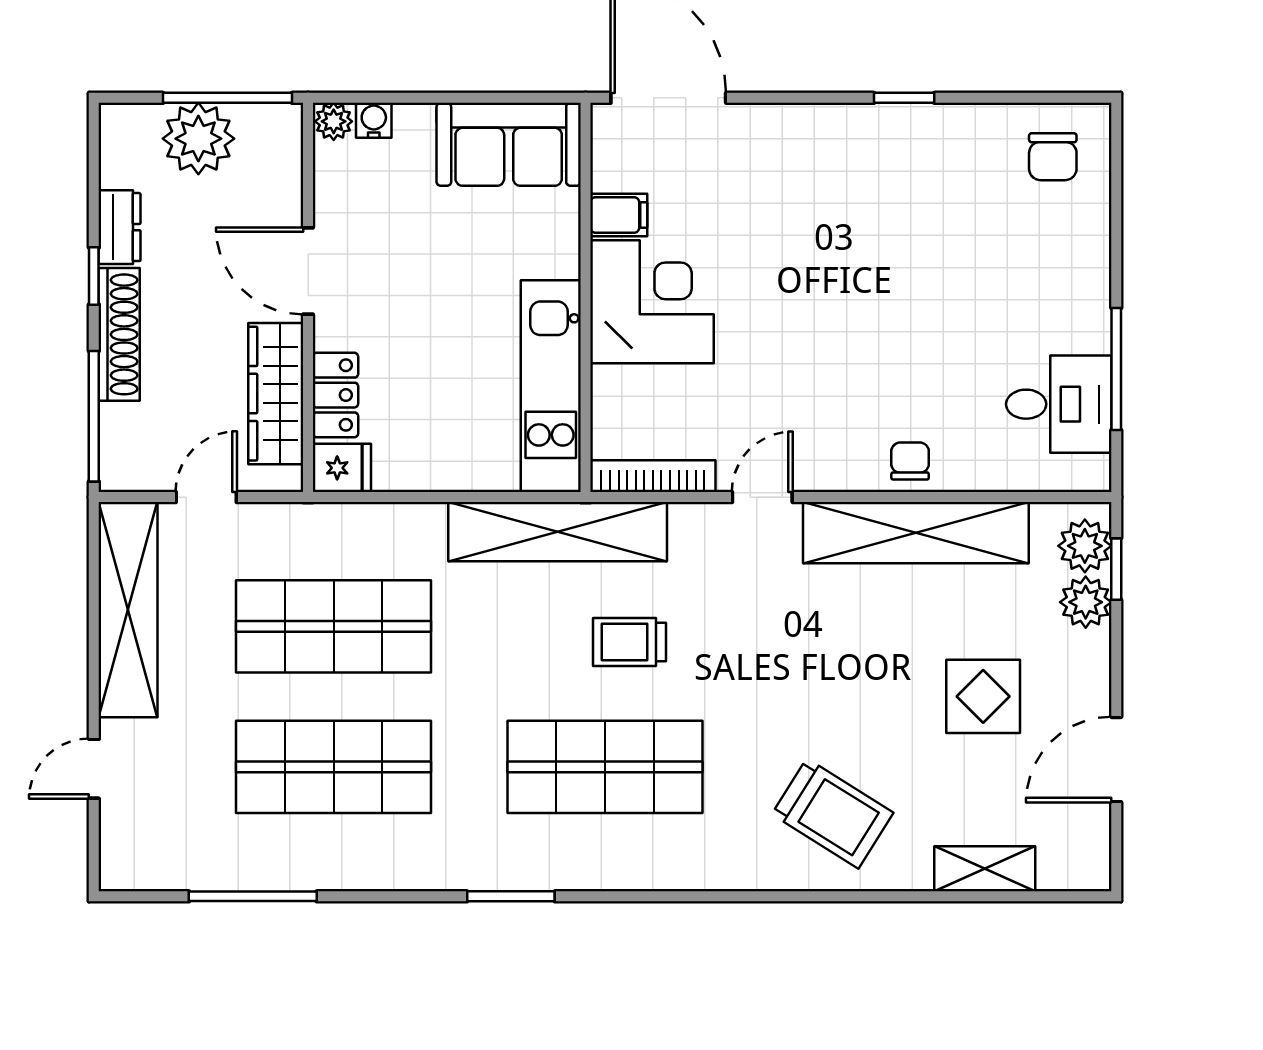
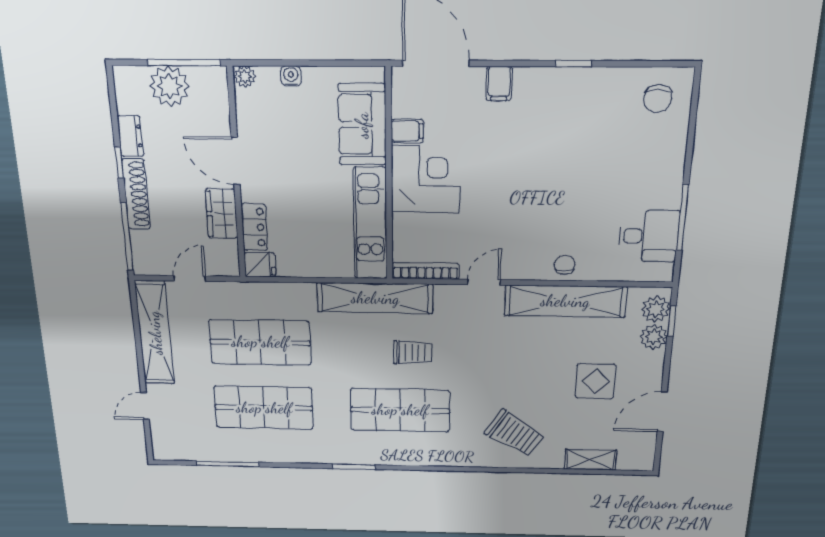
water cooler: (374, 120) -> (291, 76), moved
filing cabinet: (778, 132) -> (499, 84), added
sofa: (509, 144) -> (362, 125), moved, turned 90
wardrobe: (276, 394) -> (222, 214), width x0.67
trolley: (630, 642) -> (413, 352), turned 180

